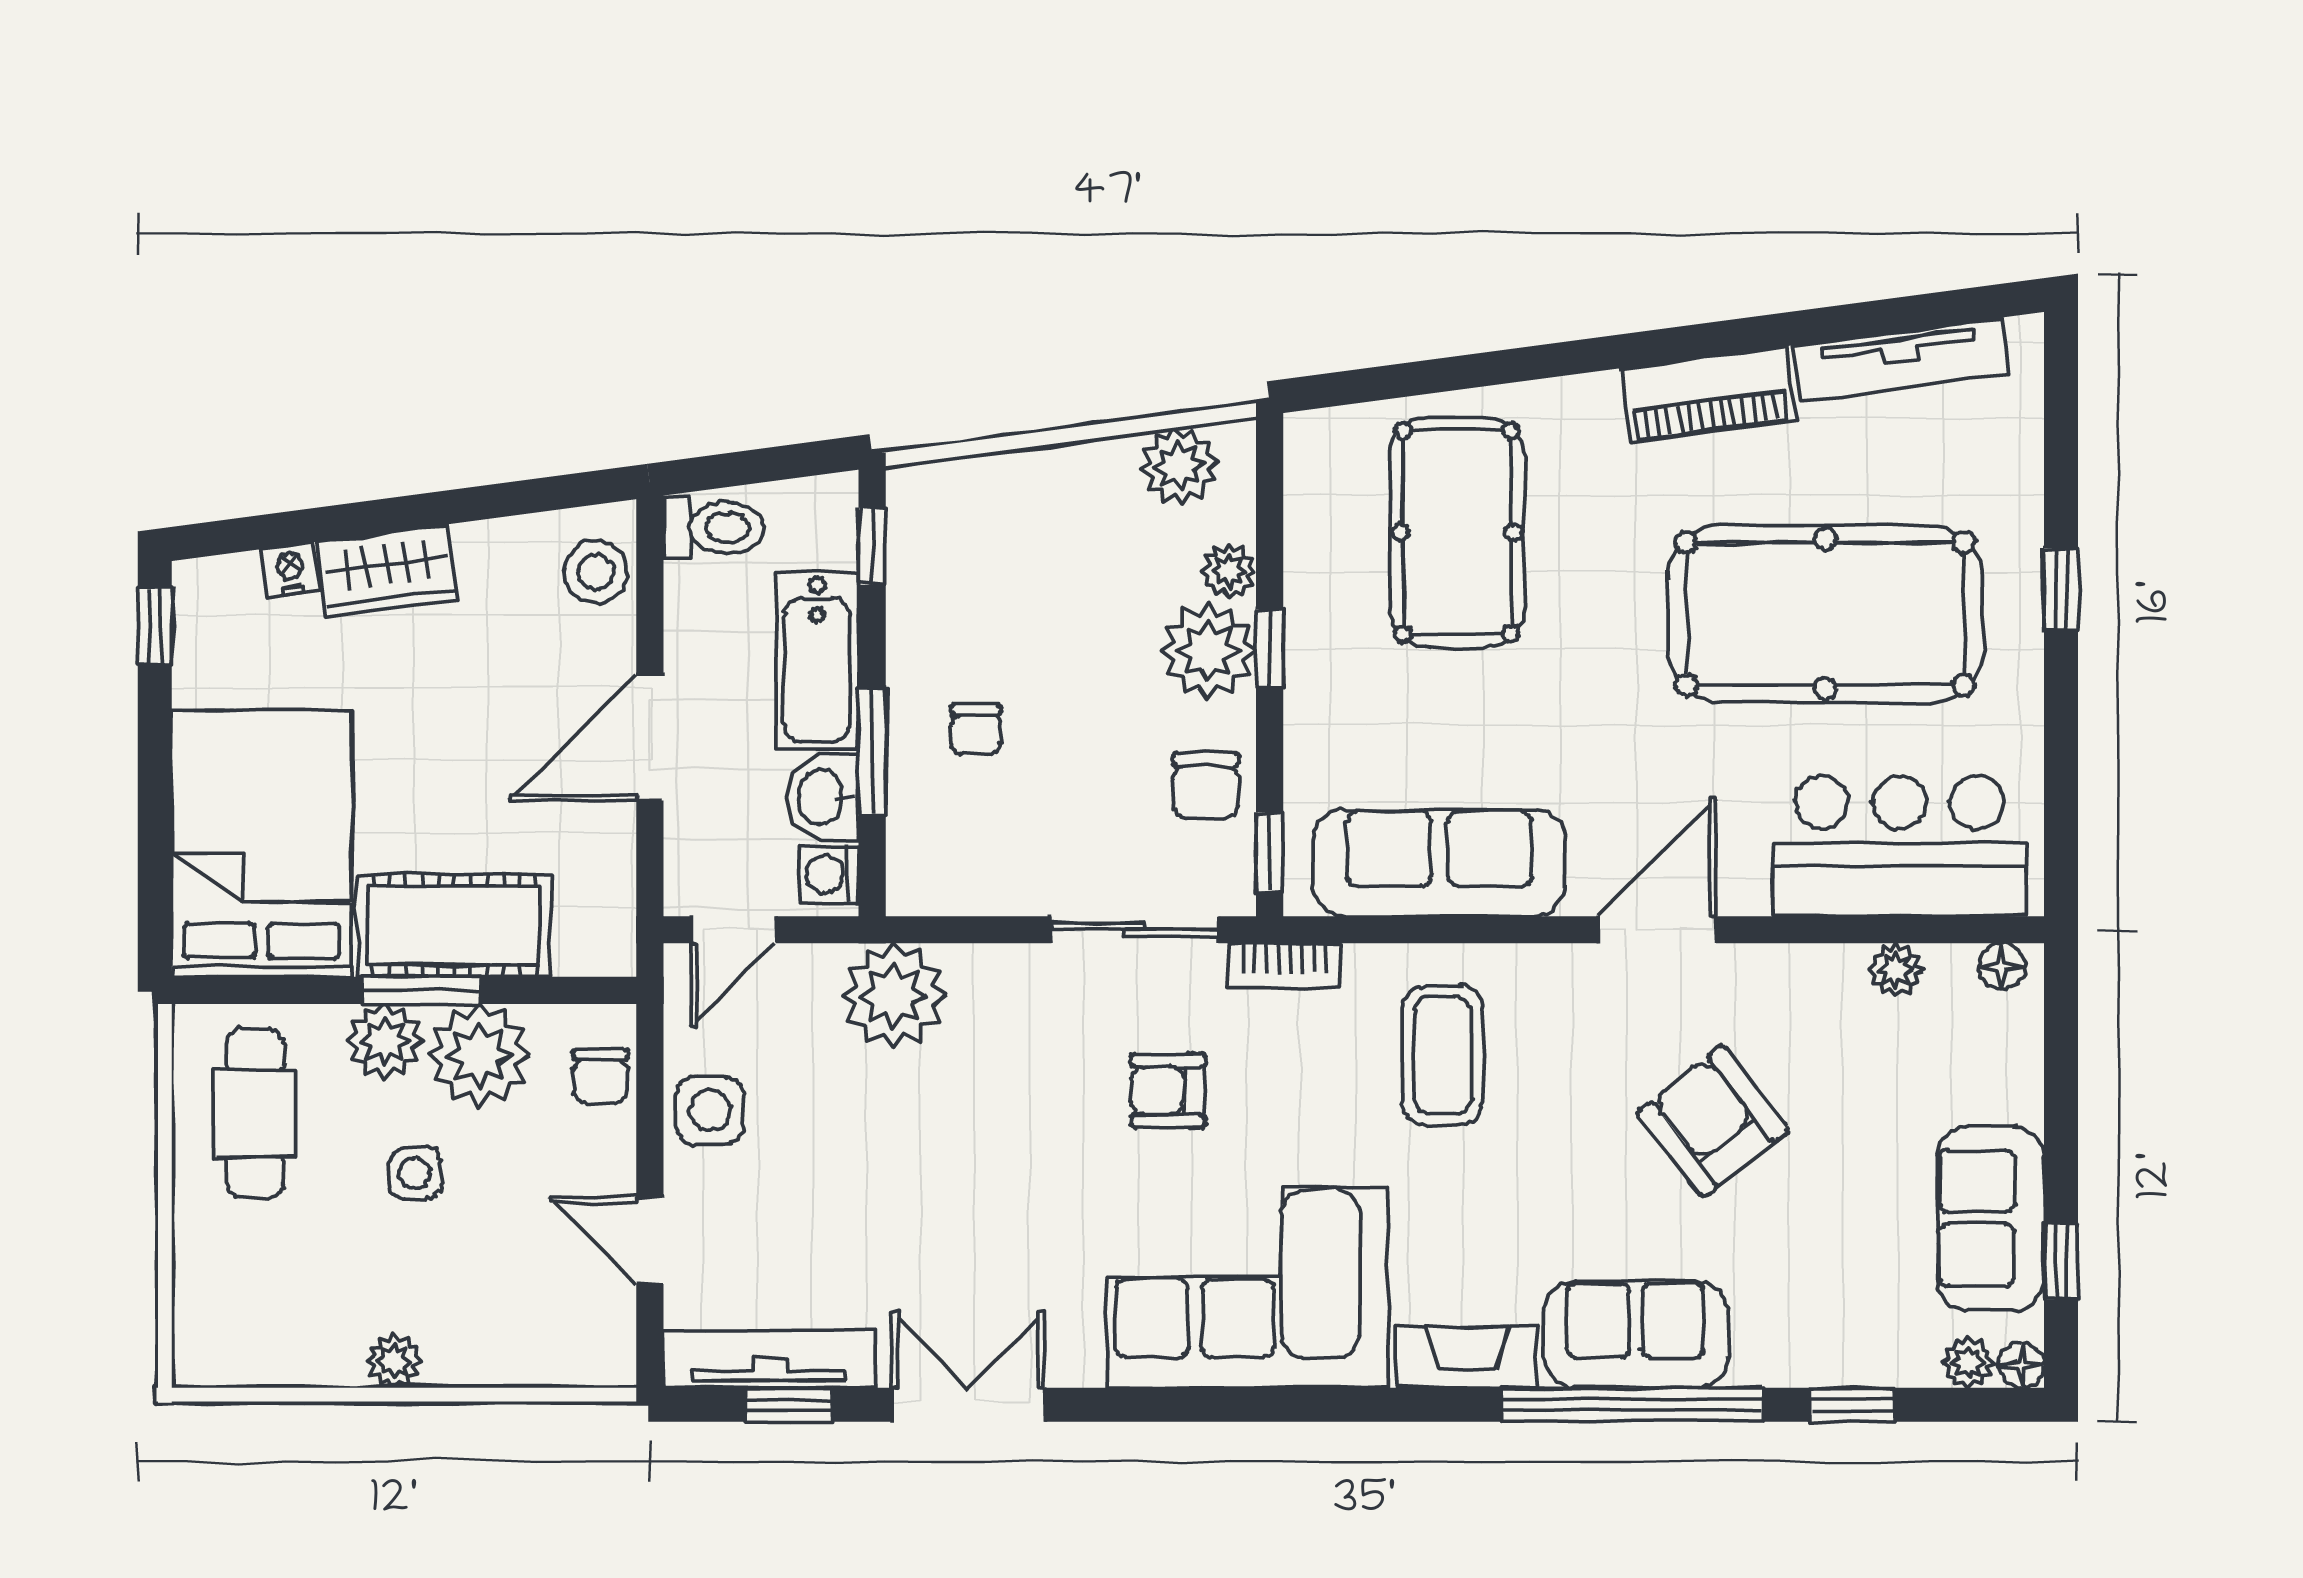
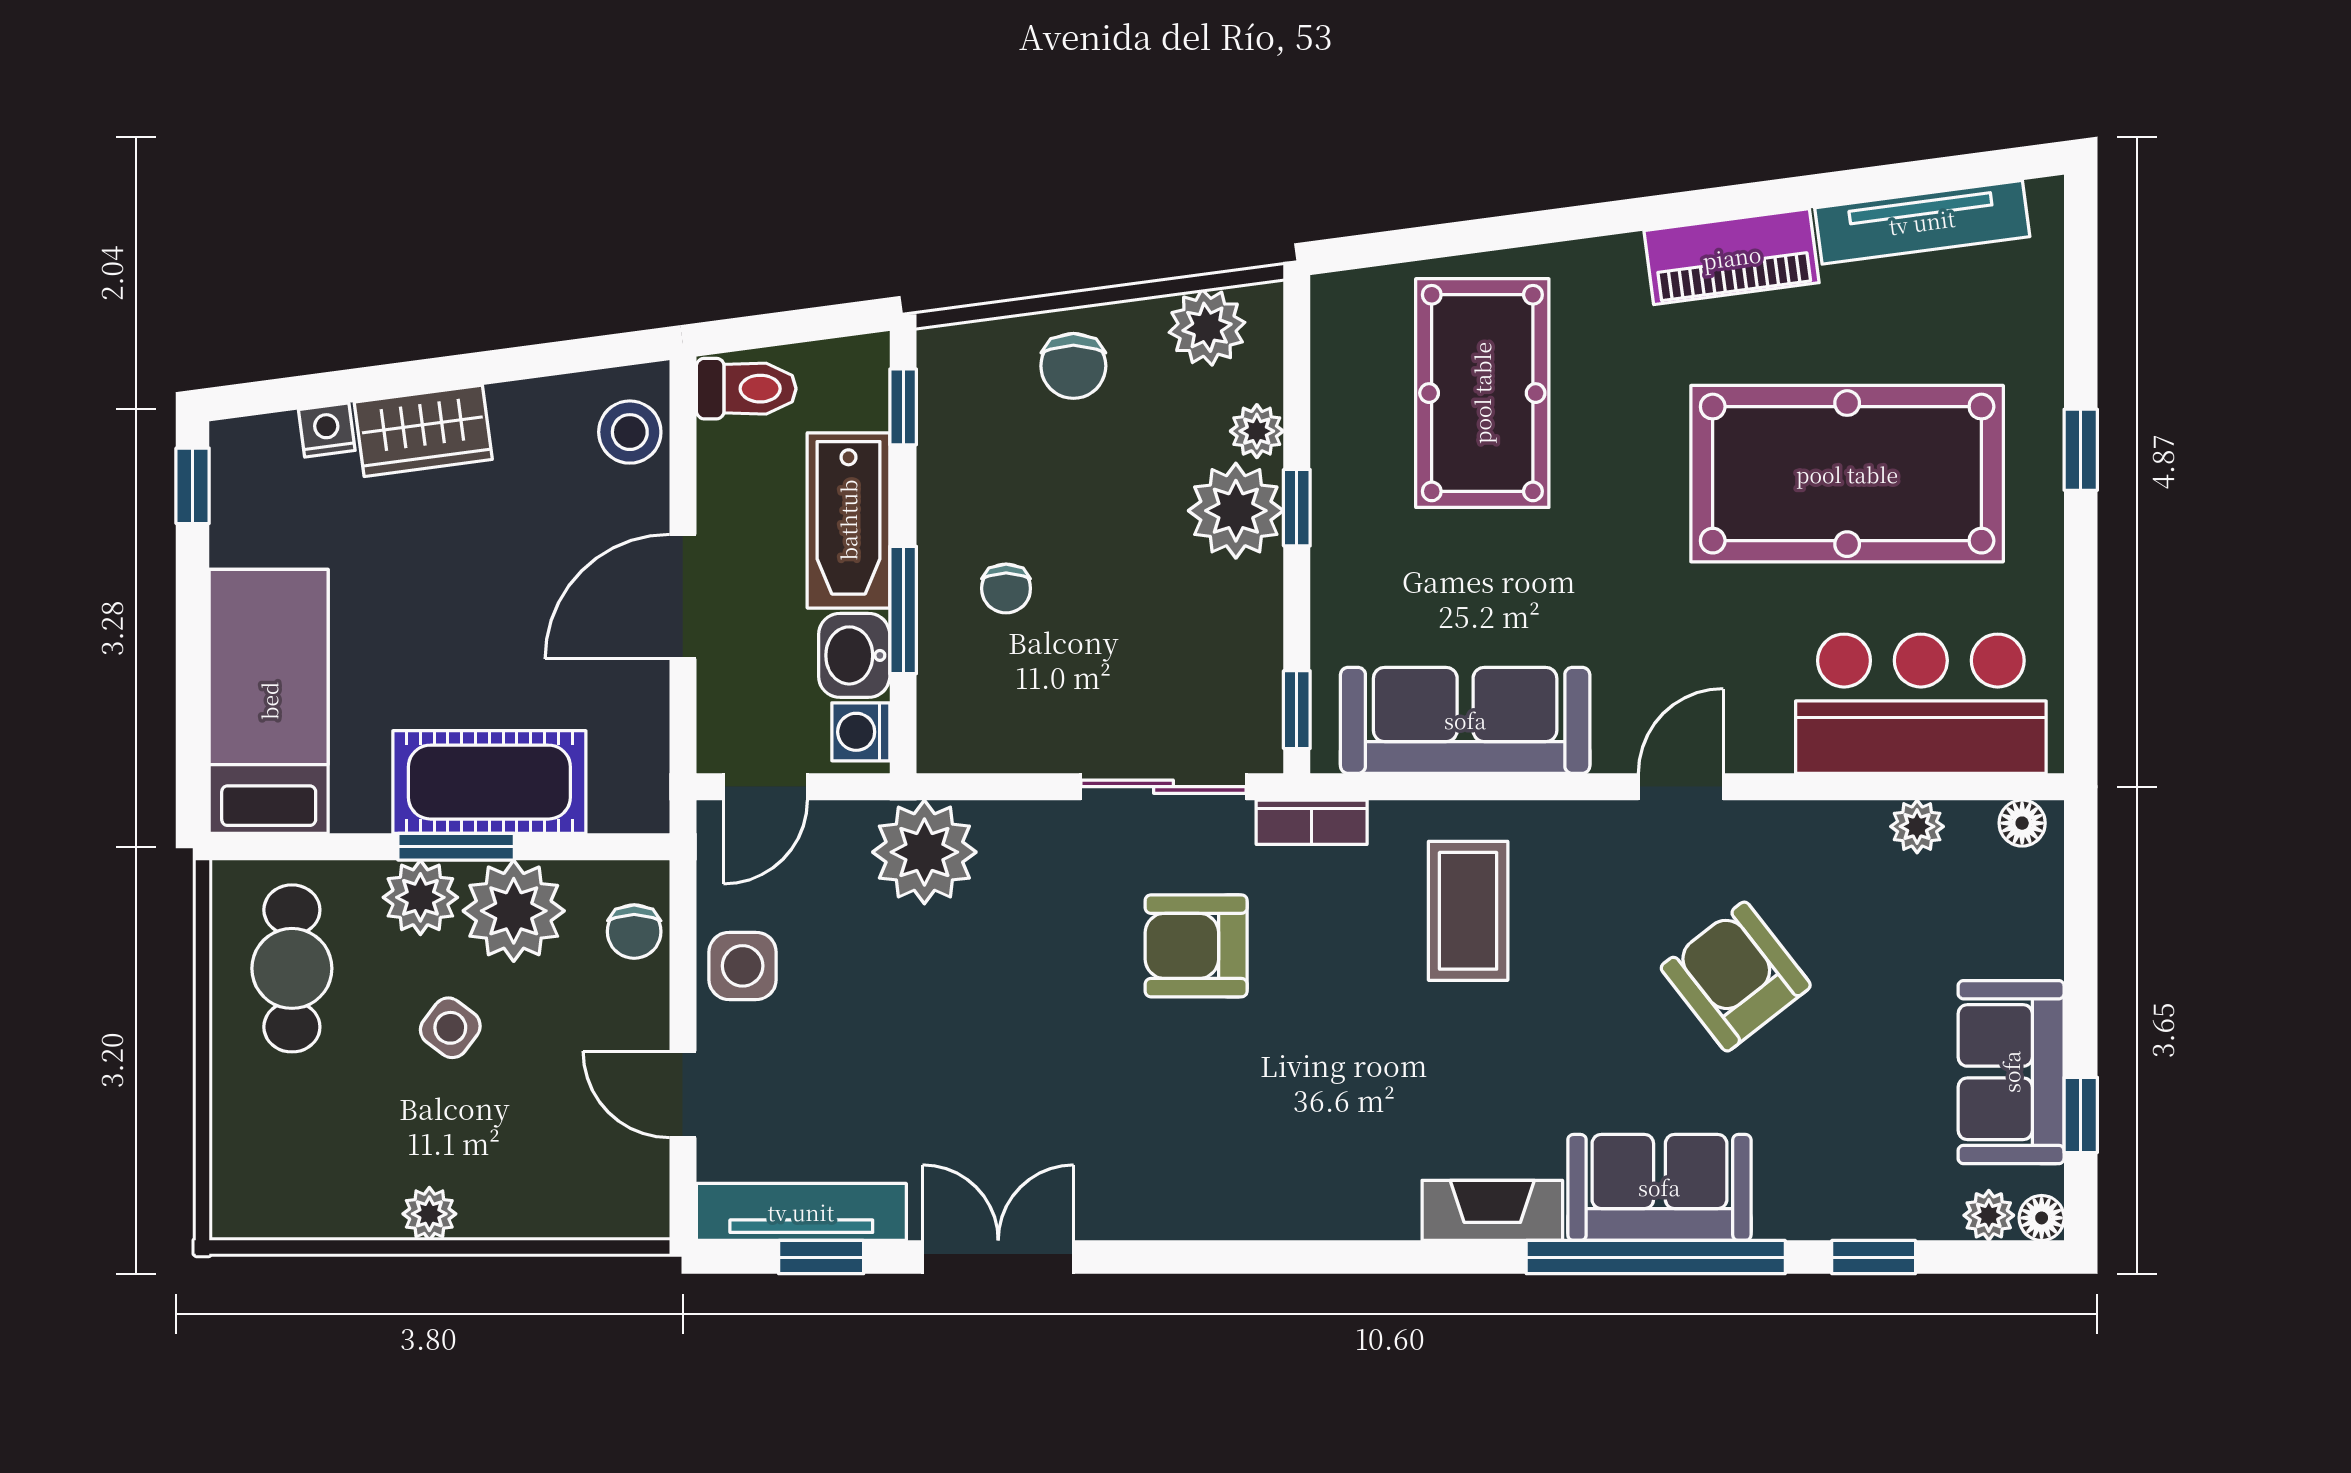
chair: (1206, 786) -> (1073, 366), moved
bed: (262, 844) -> (269, 701), width x0.67
door: (1657, 930) -> (1681, 787), width x0.73
armchair: (1168, 1090) -> (1196, 946), width x1.38, depth x1.38
side table: (415, 1173) -> (450, 1028), turned 38
corner sofa: (1247, 1287) -> (1274, 1141), removed

